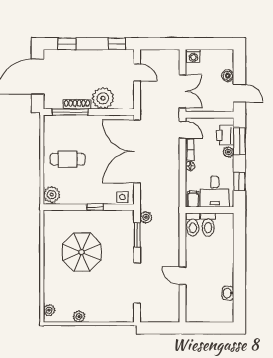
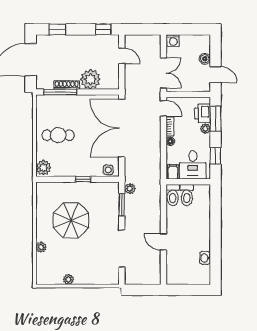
plant: (49, 310) -> (41, 247), moved

